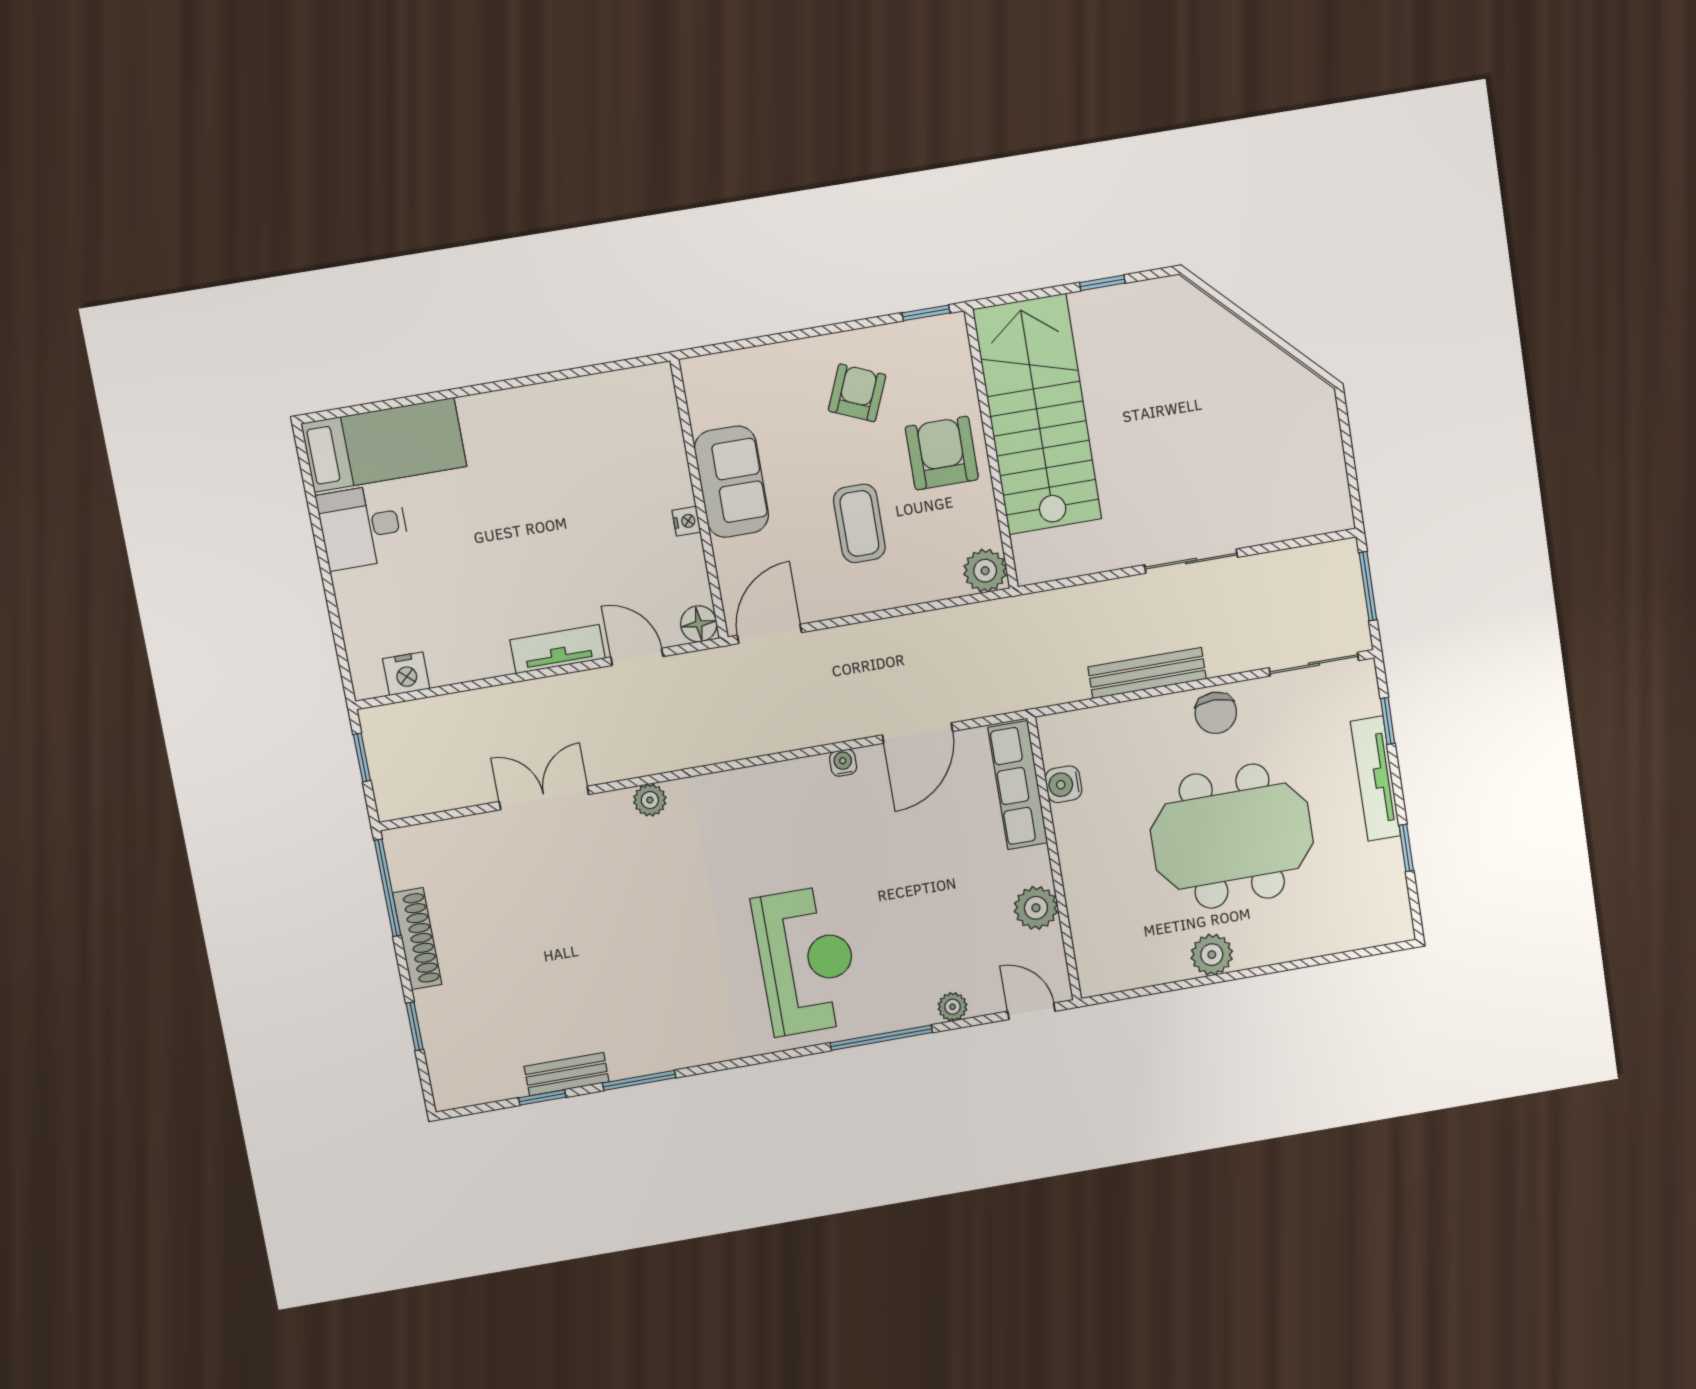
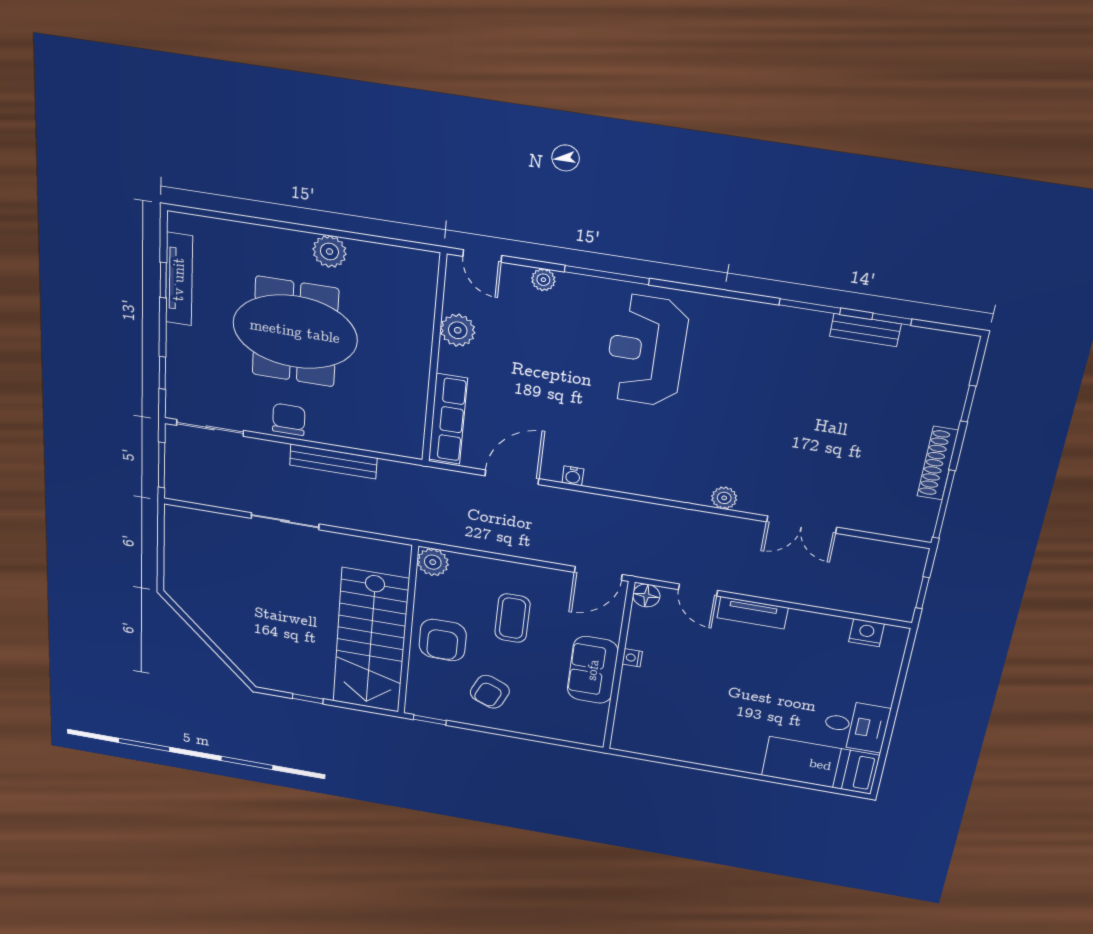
tv unit: (1375, 779) -> (179, 279), moved
water cooler: (1063, 784) -> (414, 409), removed

